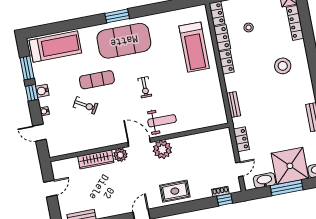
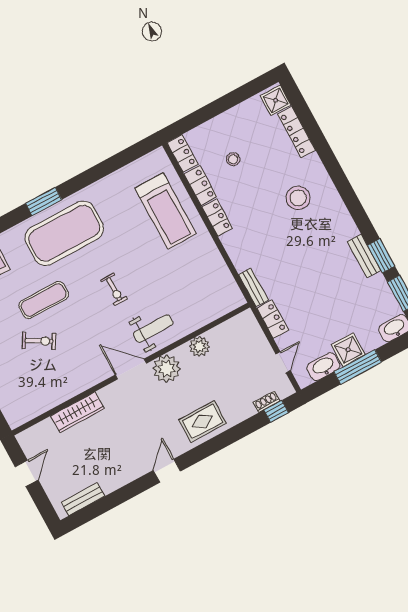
bench: (233, 105) -> (253, 287), moved
plant: (120, 155) -> (199, 346), moved
shower: (290, 166) -> (348, 350), width x0.54, depth x0.54

